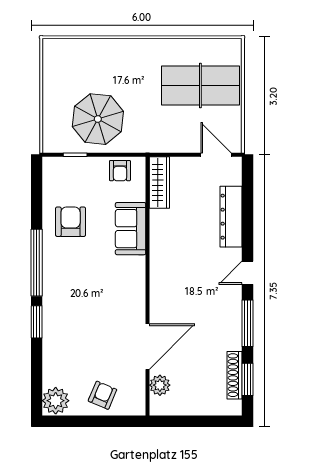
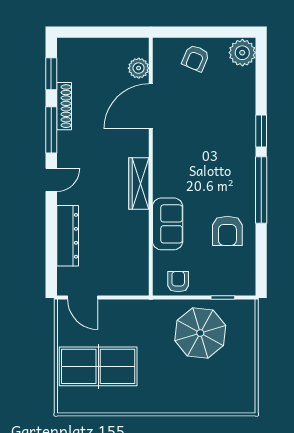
wardrobe: (159, 183) -> (139, 184), moved
shoe rack: (235, 375) -> (64, 106), moved

